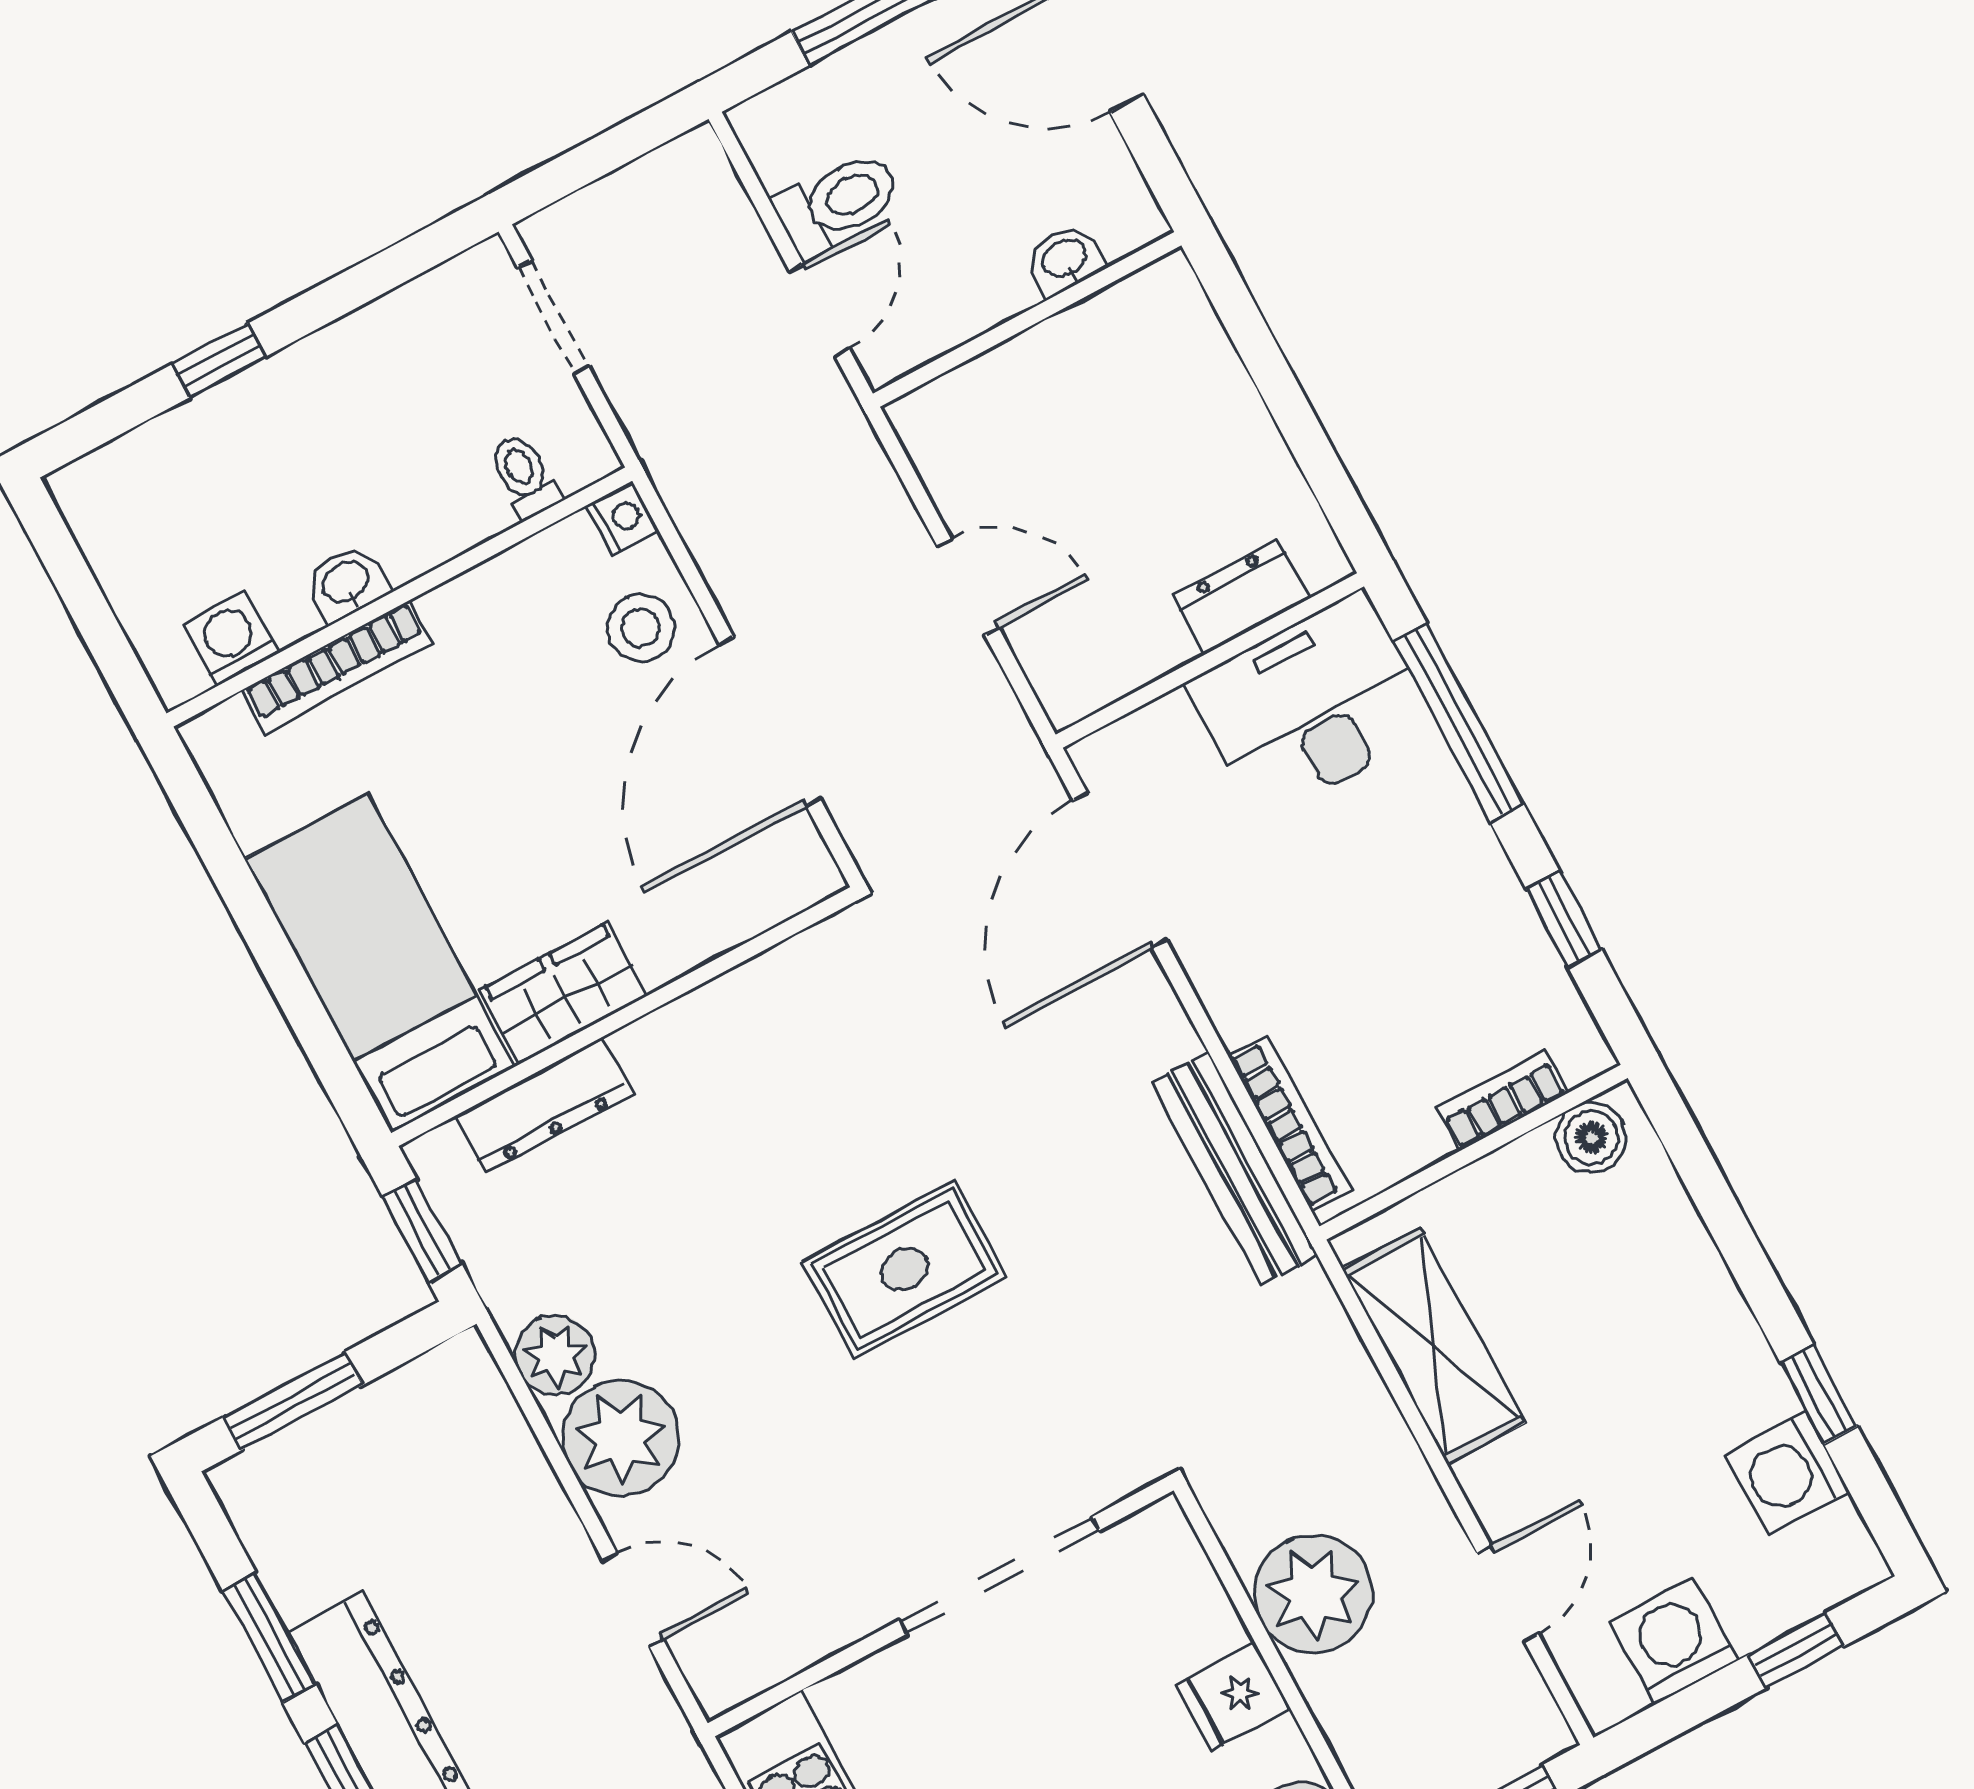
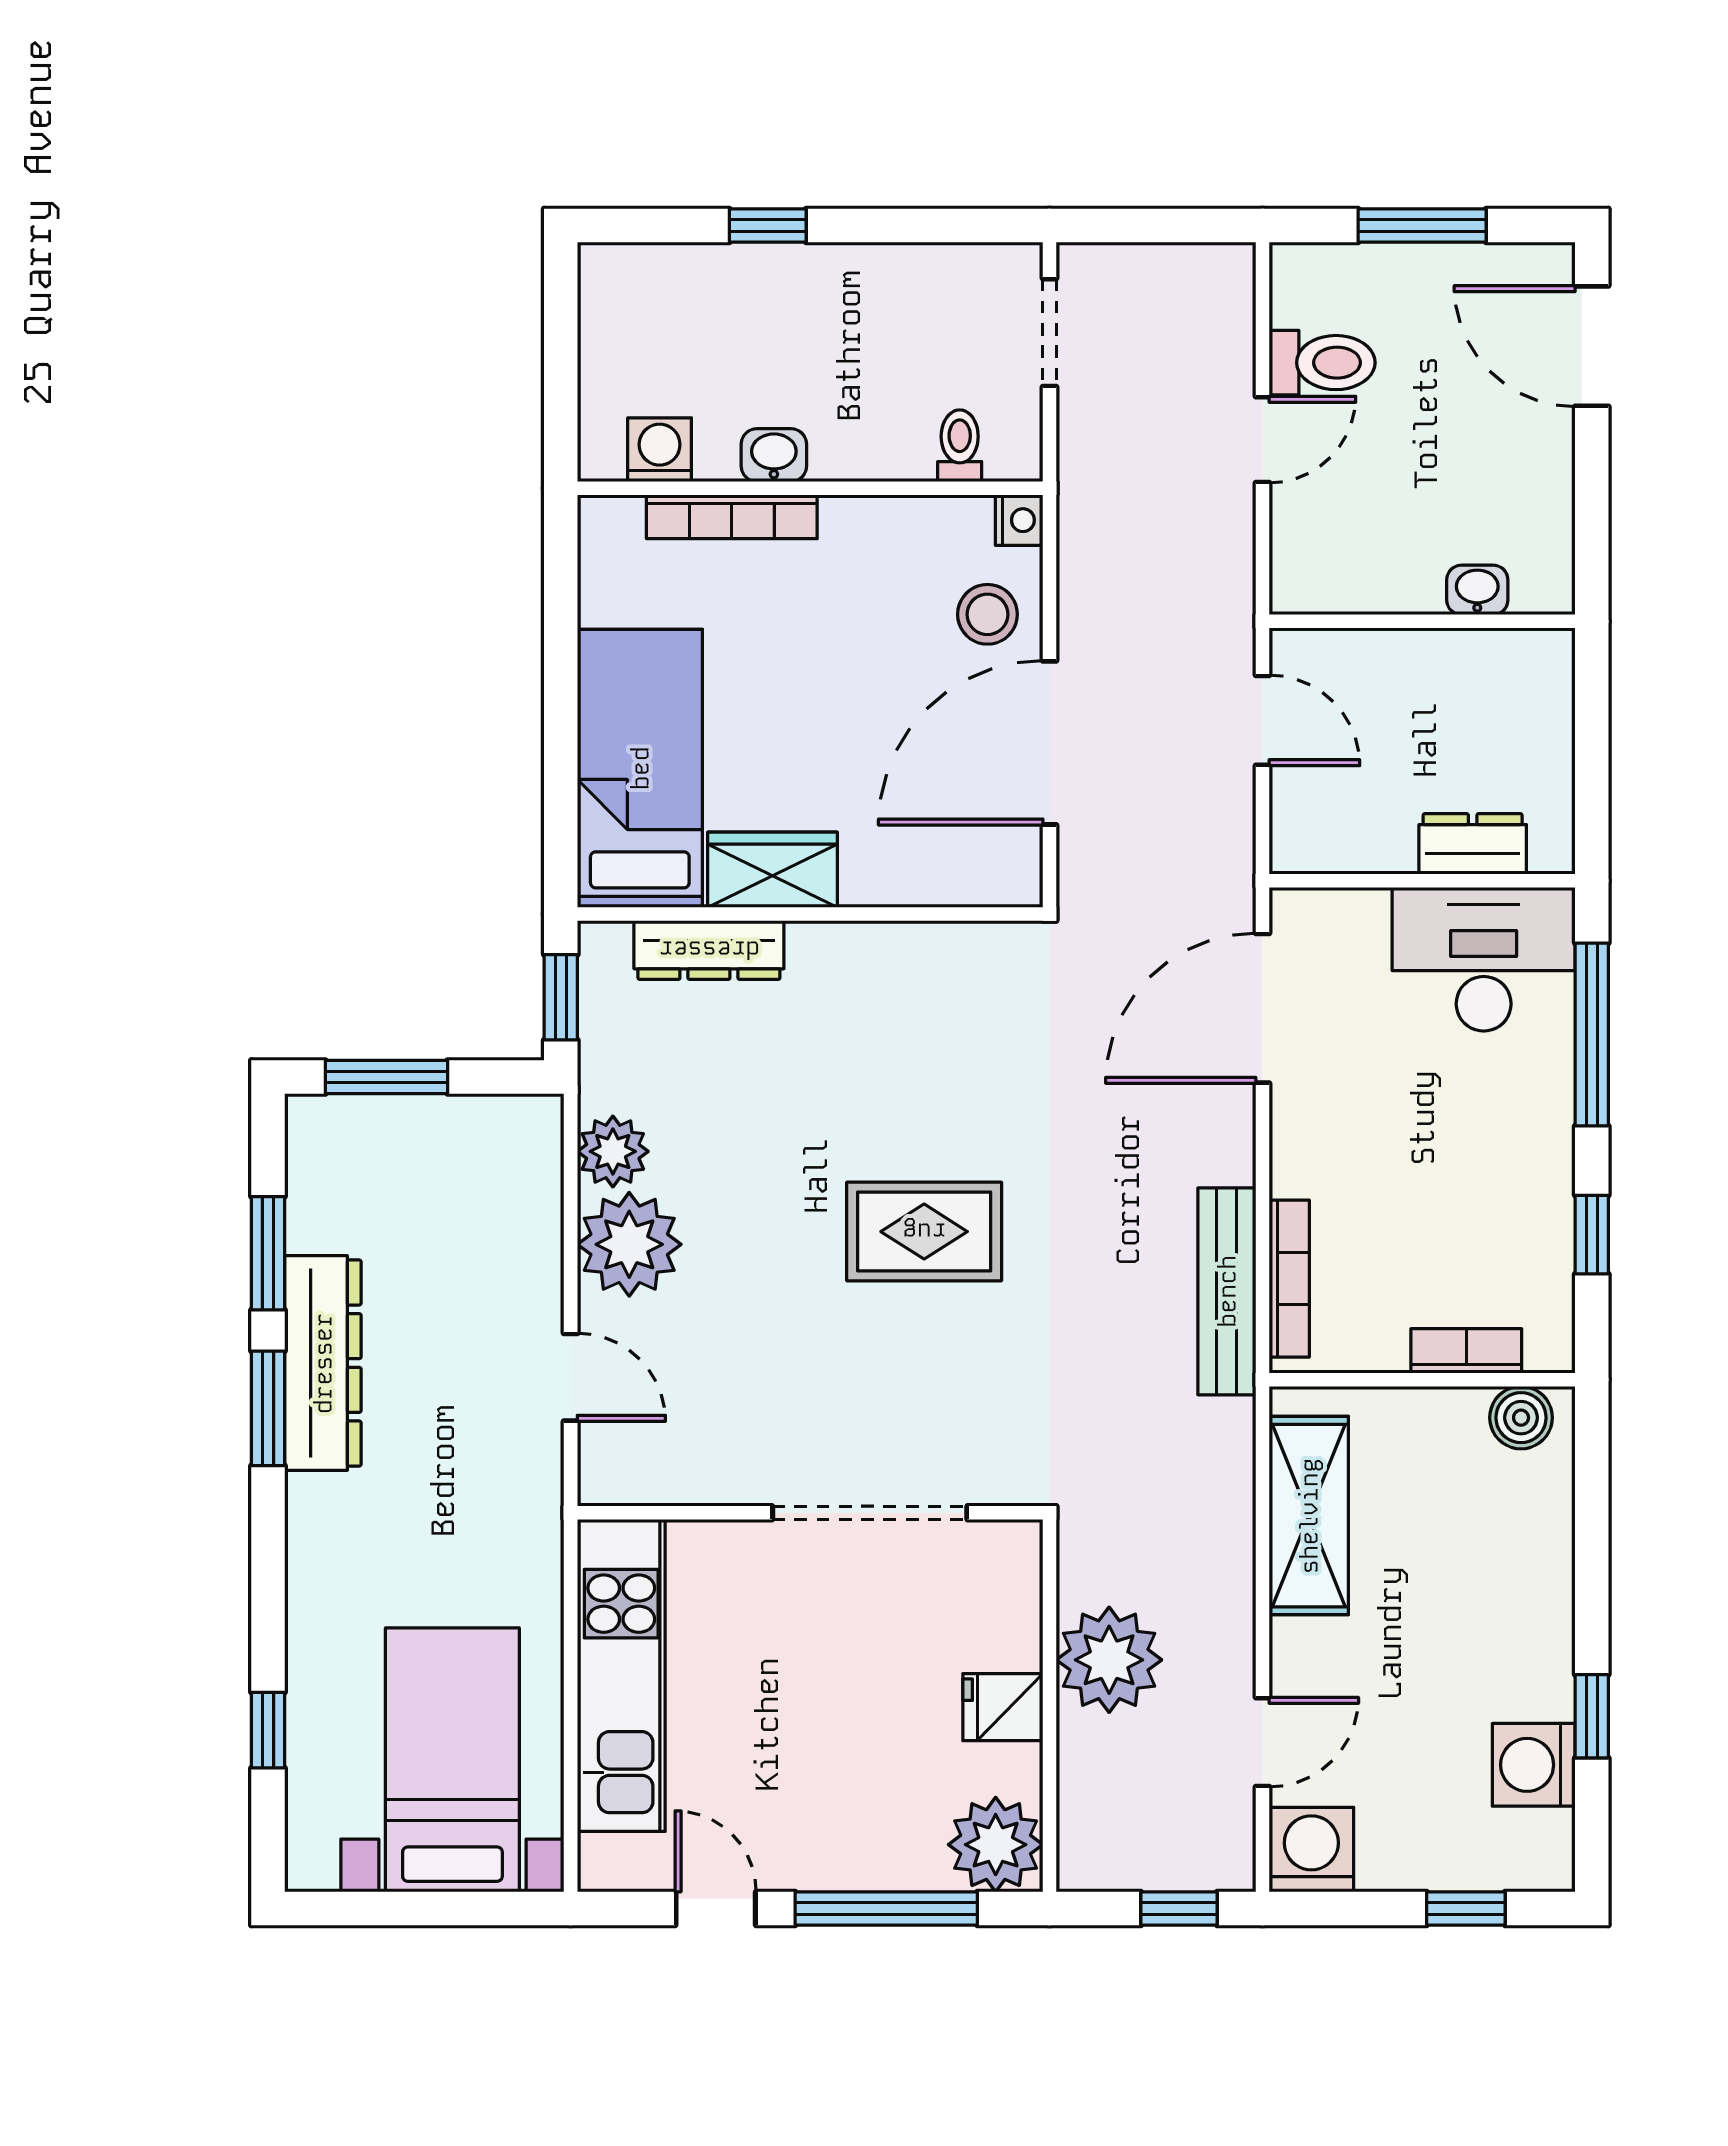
washbasin: (1065, 259) -> (1477, 590), moved
wall: (1027, 320) -> (1422, 621), moved
washing machine: (1674, 1641) -> (1311, 1850), moved

